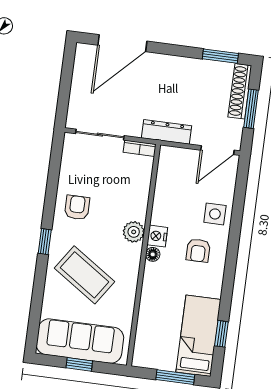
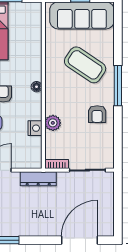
plant: (134, 232) -> (53, 123), moved
nightstand: (157, 236) -> (35, 128), moved
window: (45, 242) -> (118, 86), width x2.17

